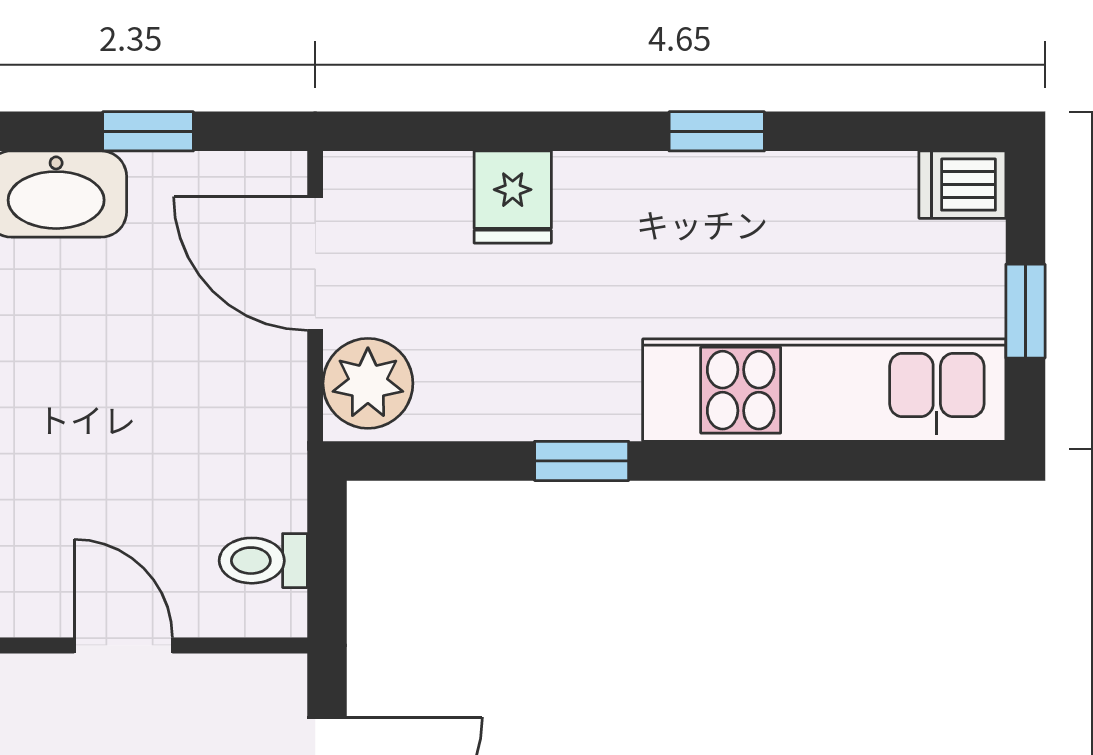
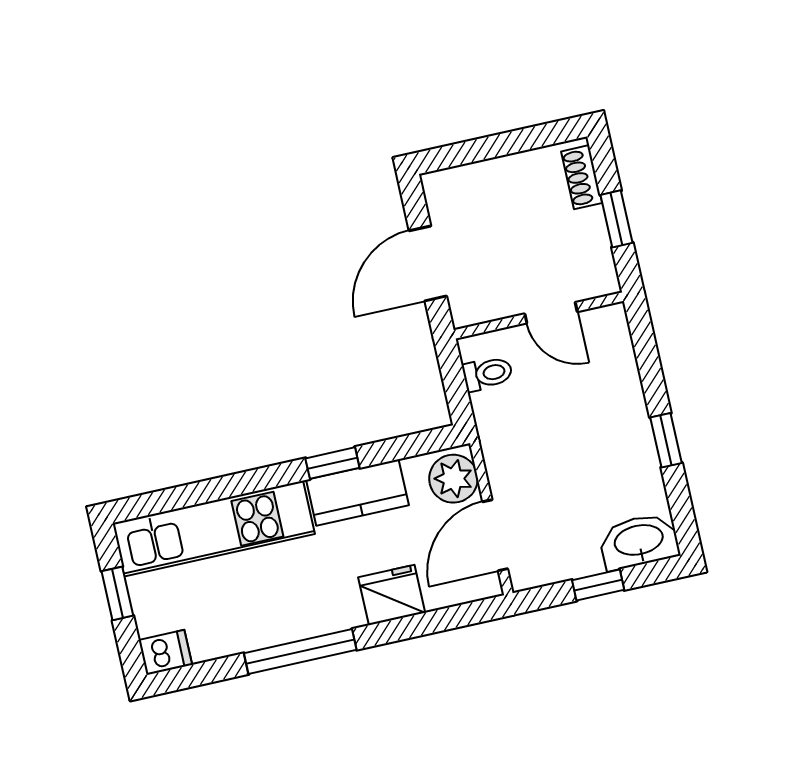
window: (717, 131) -> (300, 652), width x2.17
fridge: (513, 197) -> (392, 595), width x1.38
door: (315, 263) -> (495, 535), swing flipped
kitchen counter: (548, 397) -> (357, 493), added

